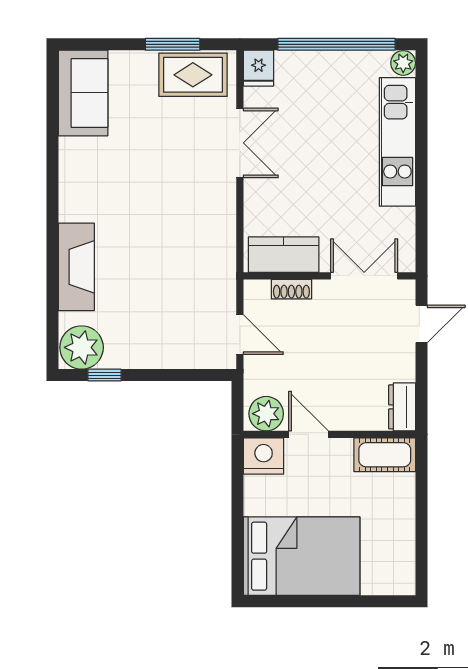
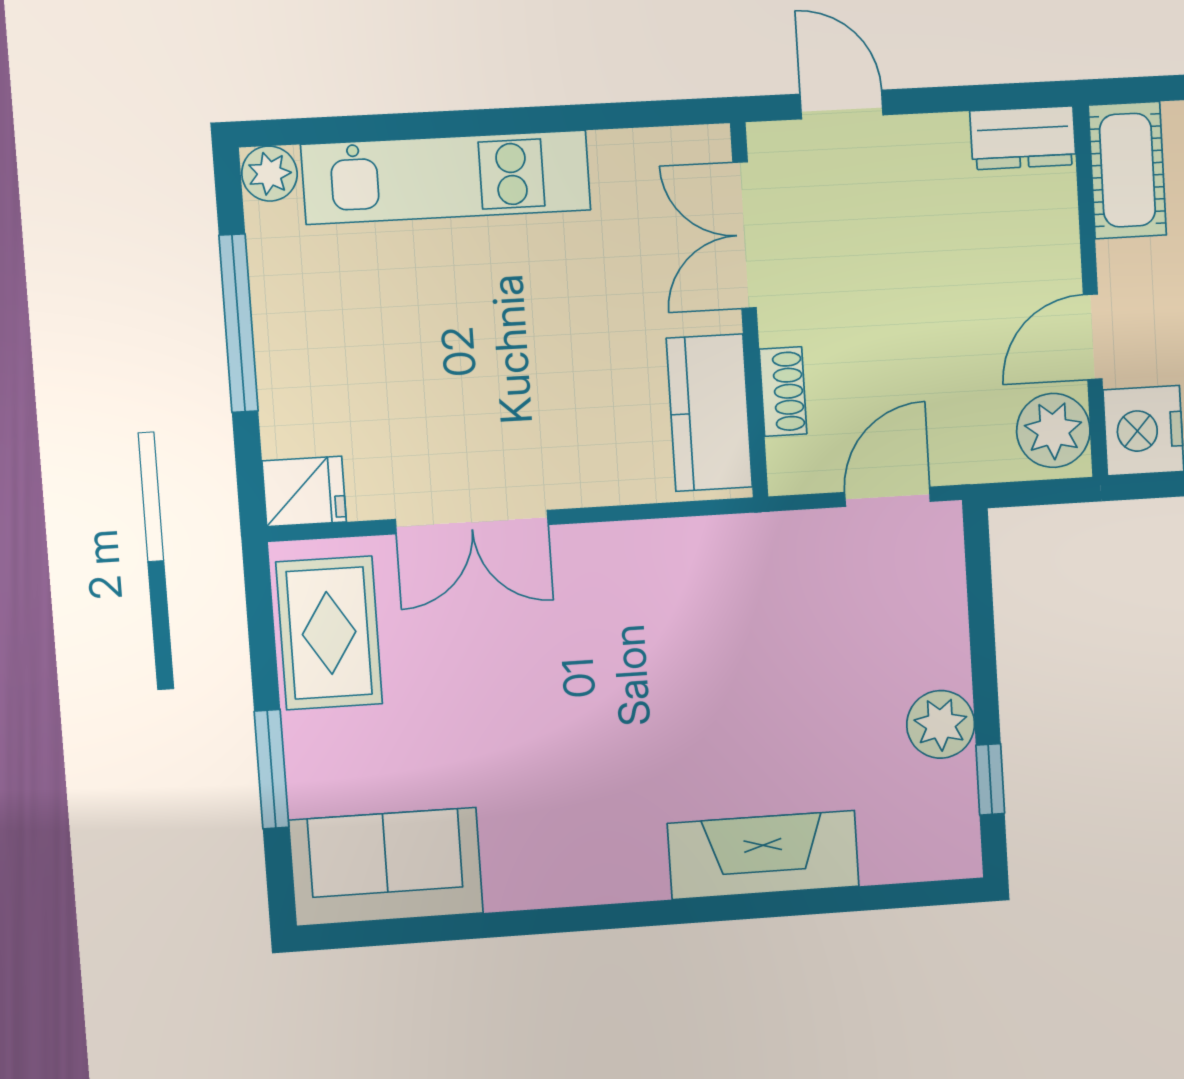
window: (173, 44) -> (272, 769), moved
window: (337, 44) -> (238, 323), width x0.68
double door: (240, 143) -> (472, 522), swing flipped
plant: (82, 347) -> (941, 724), moved, width x0.73, depth x0.73

